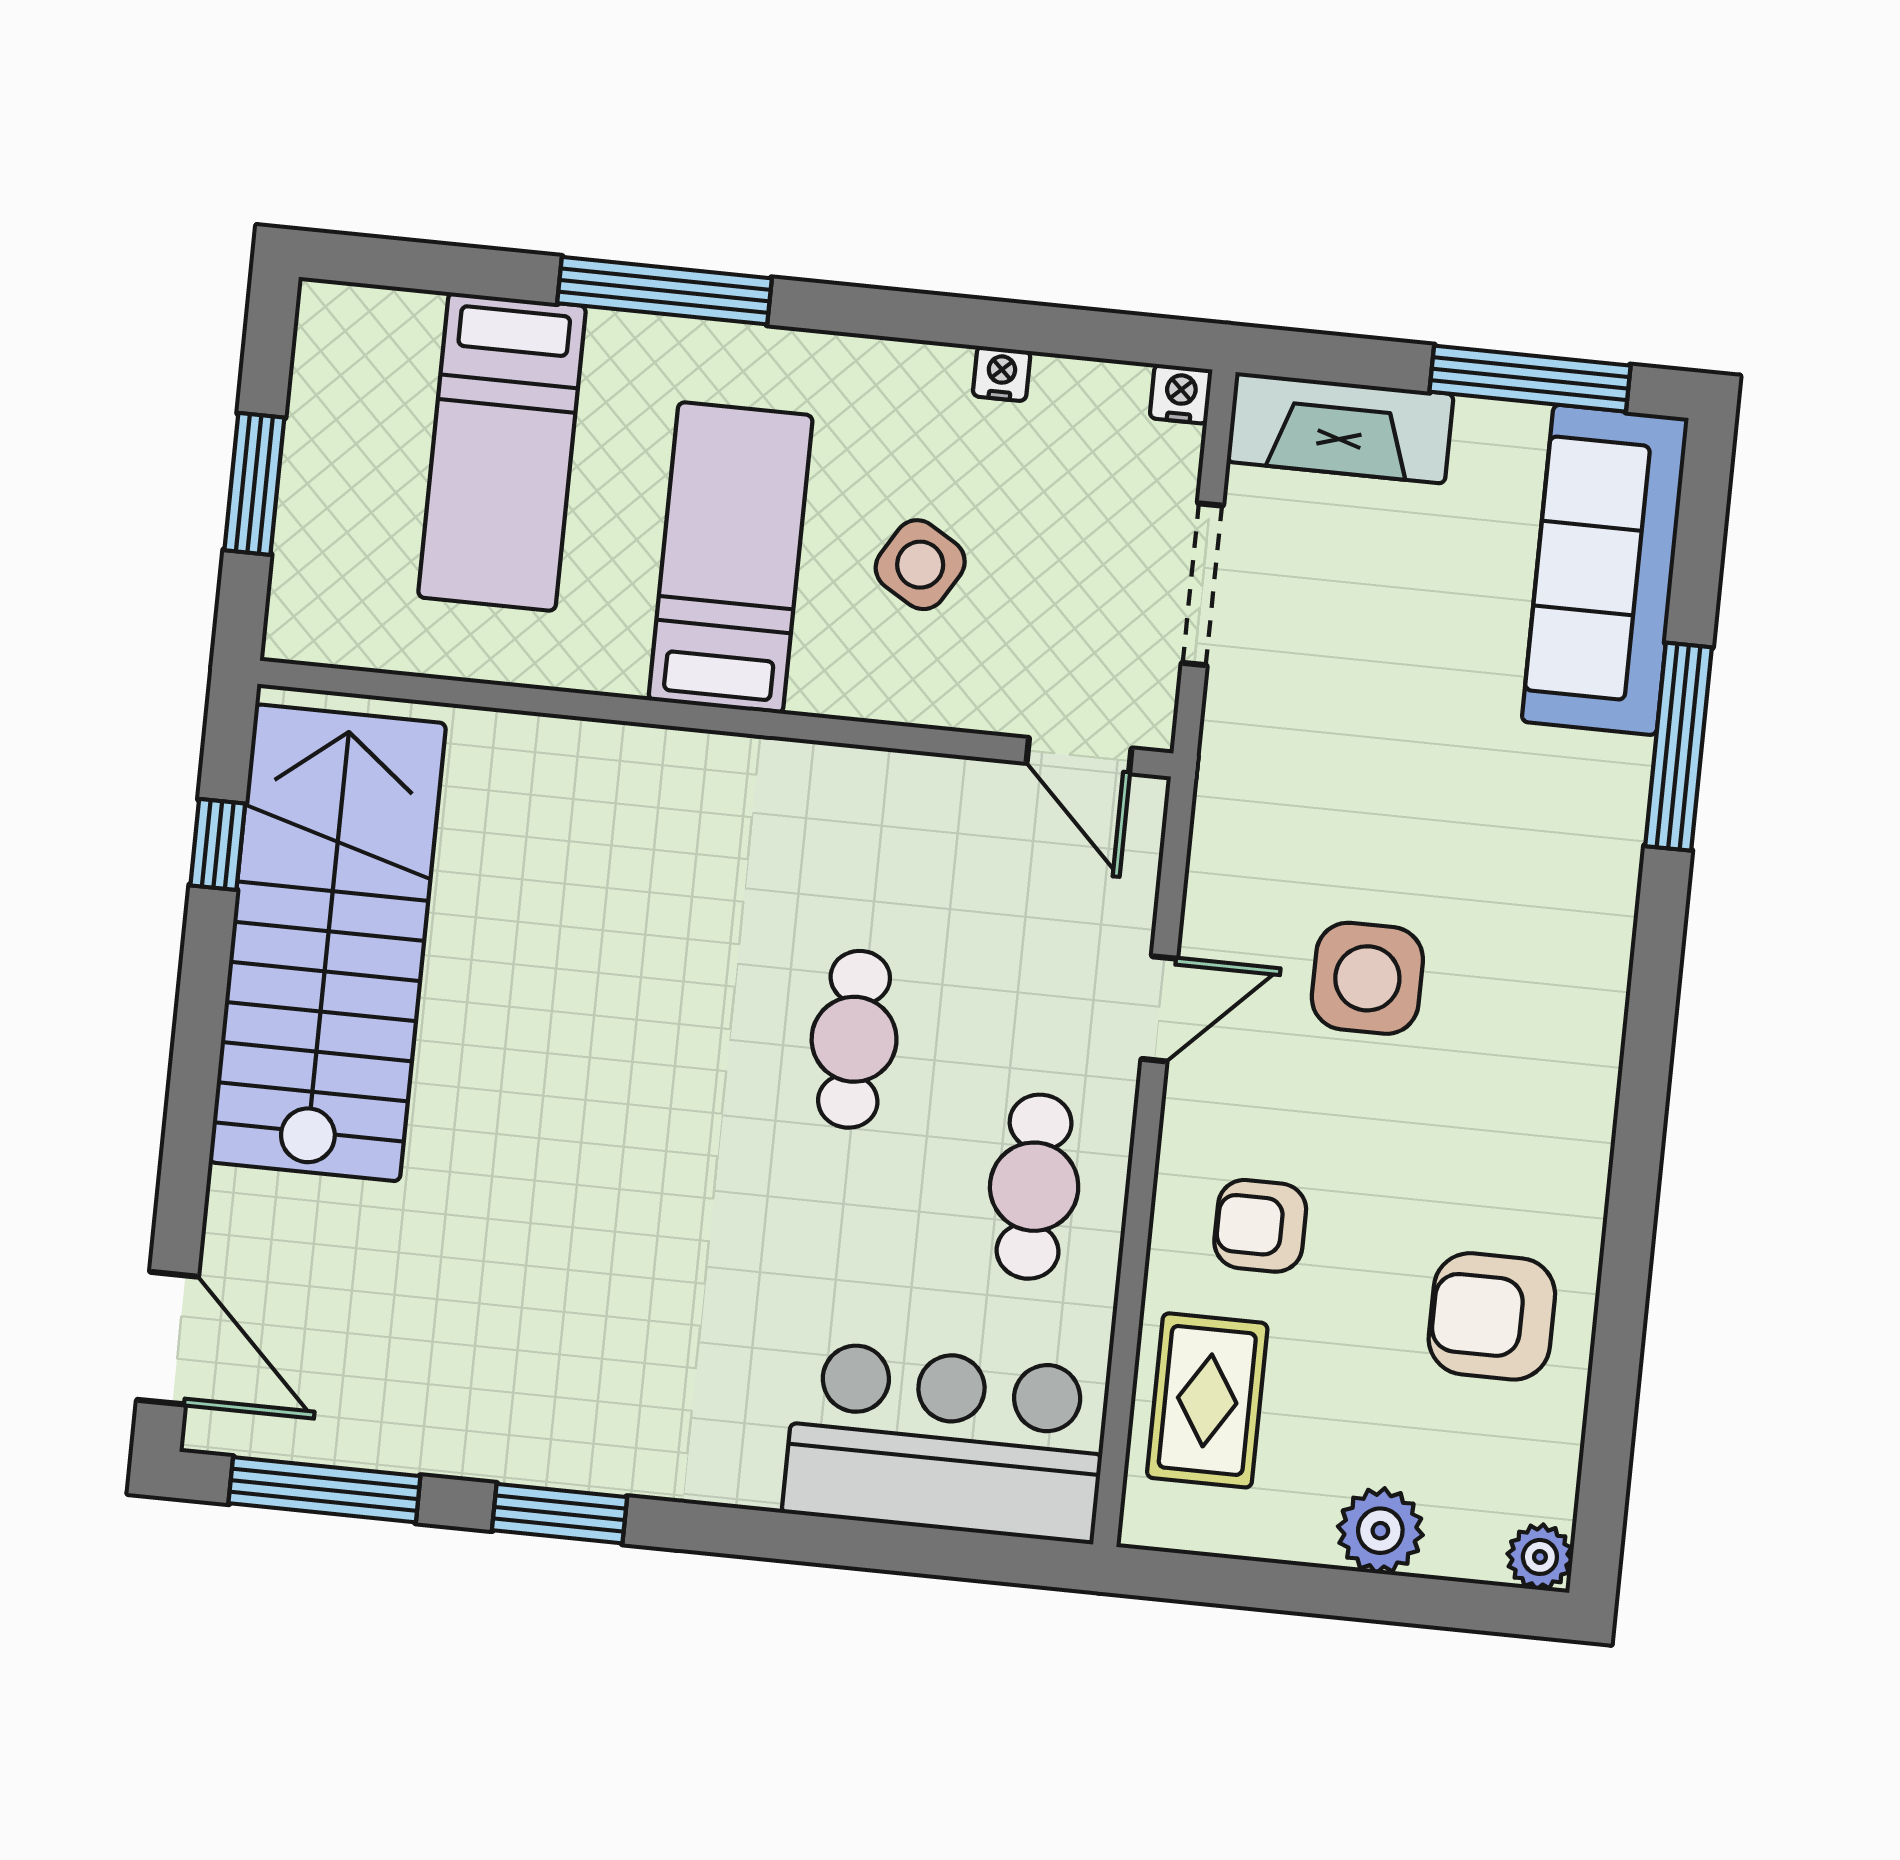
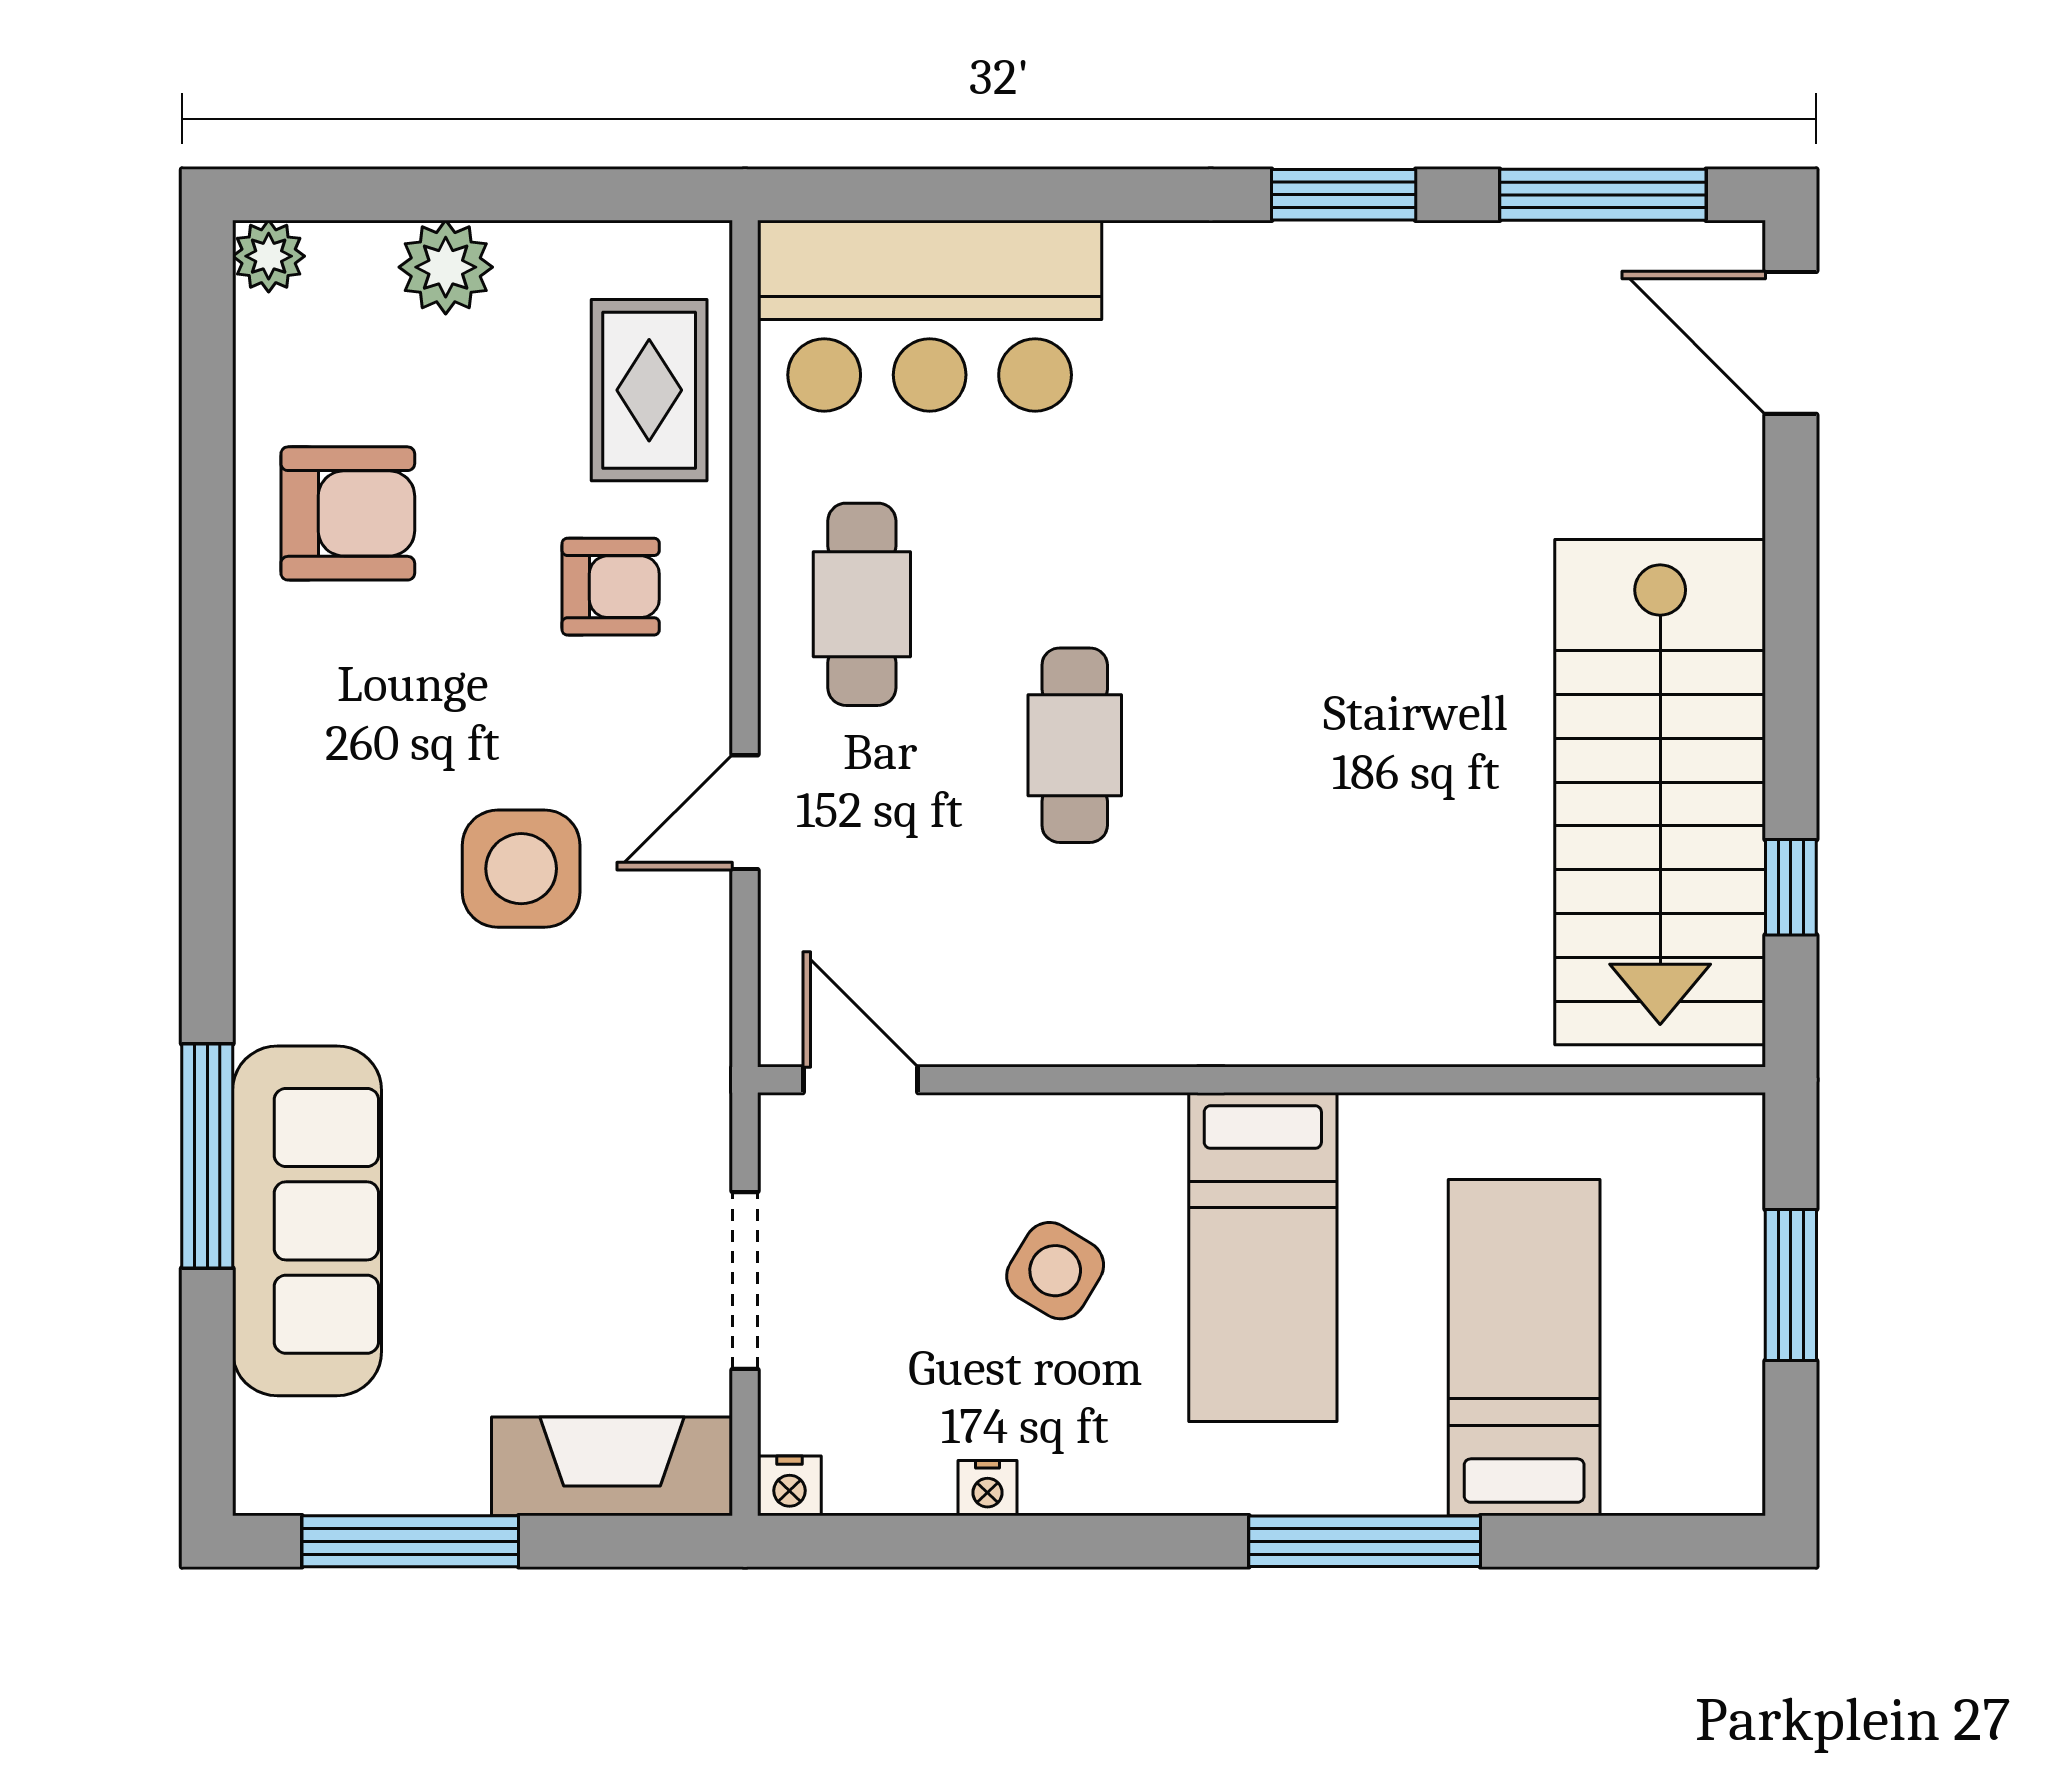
sofa: (1605, 570) -> (307, 1221), moved

